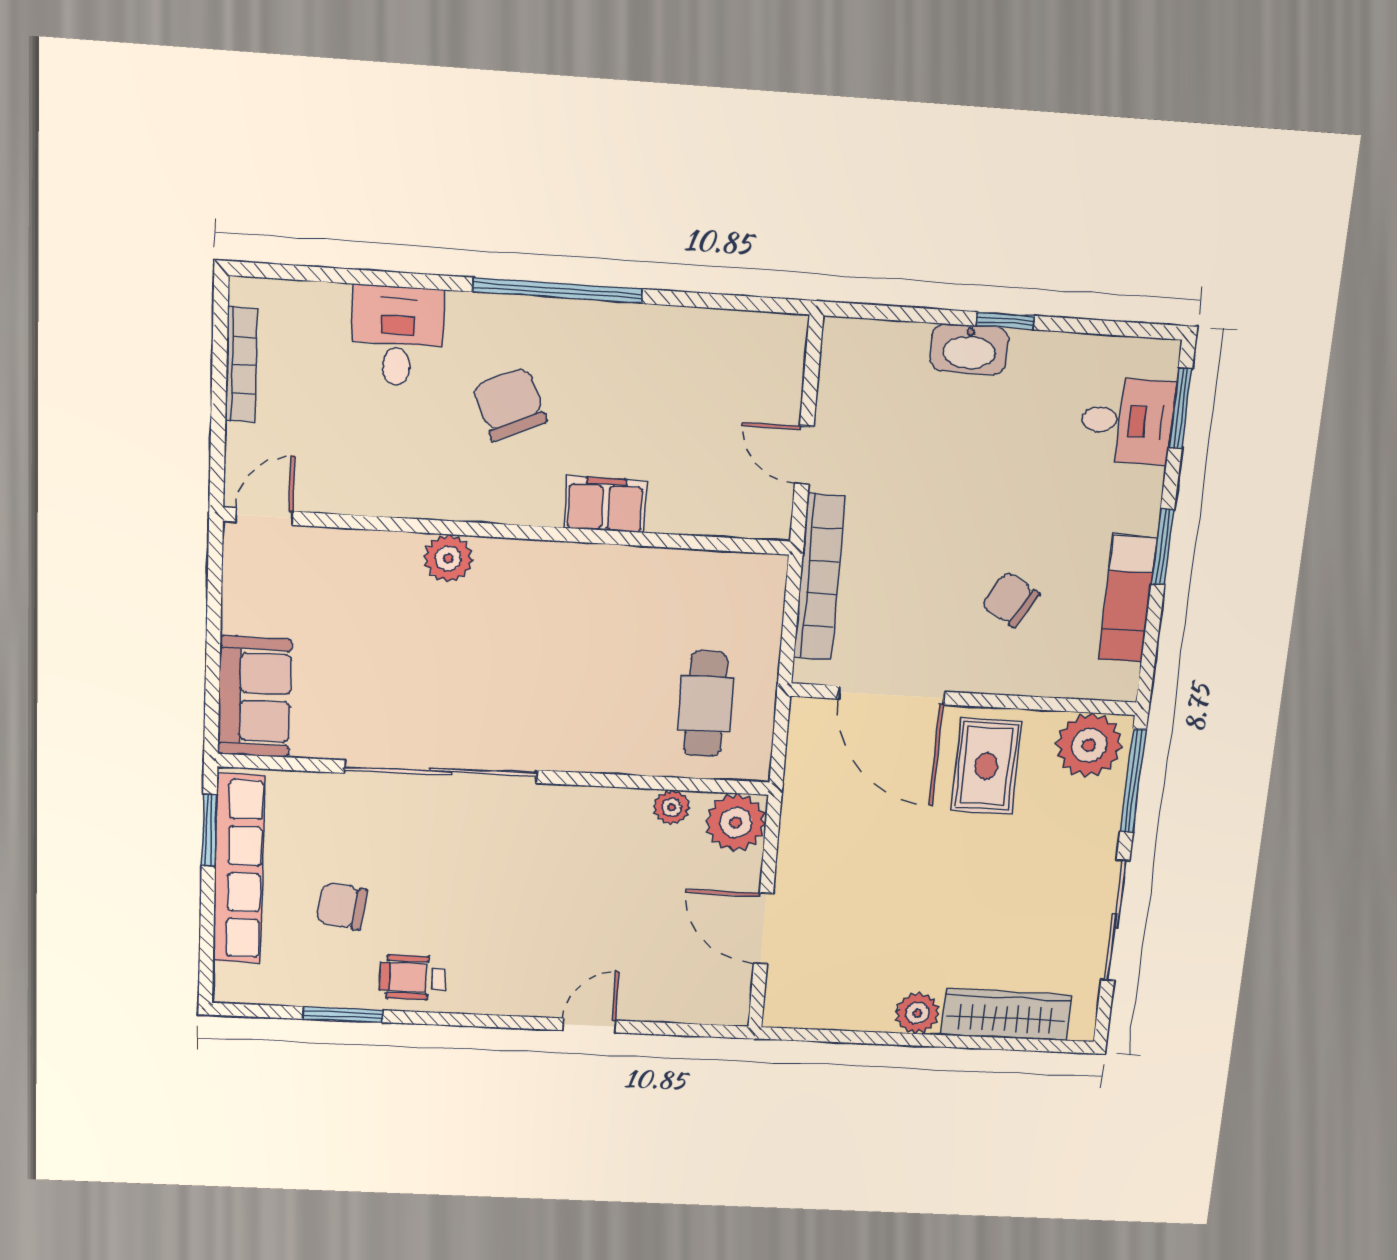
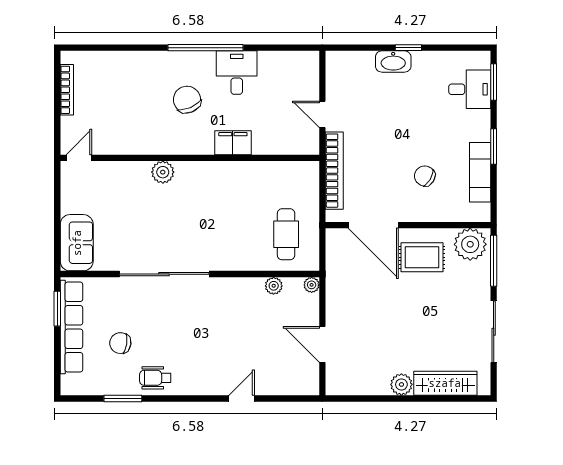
desk: (397, 336) -> (237, 73), moved
rug: (986, 766) -> (422, 257), turned 90
plant: (736, 822) -> (312, 285), width x0.53, depth x0.53

